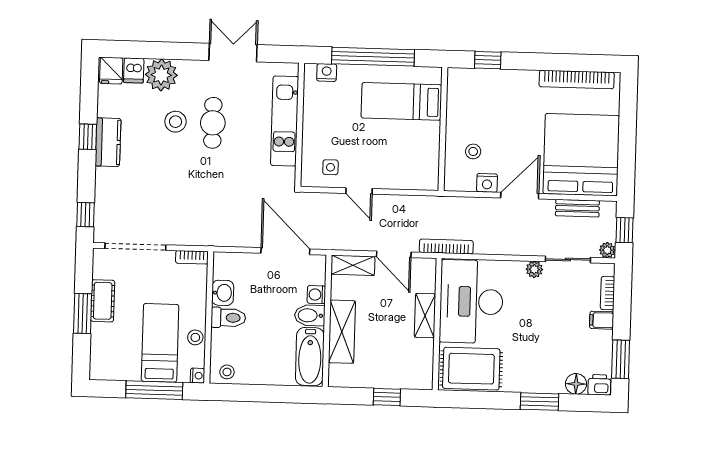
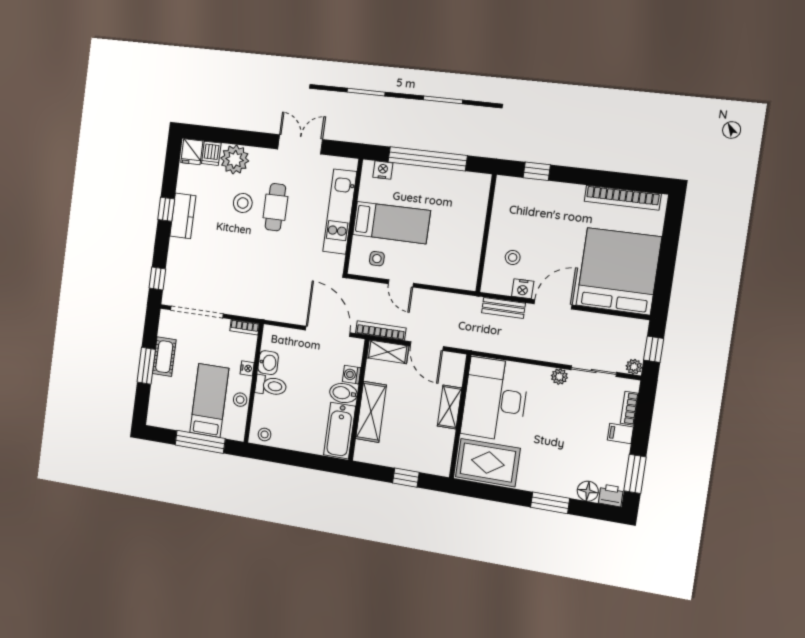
bed: (401, 101) -> (391, 223), moved, turned 180
bench: (577, 208) -> (503, 308), moved
bookcase: (446, 247) -> (381, 331), moved
nightstand: (197, 376) -> (247, 368), moved

